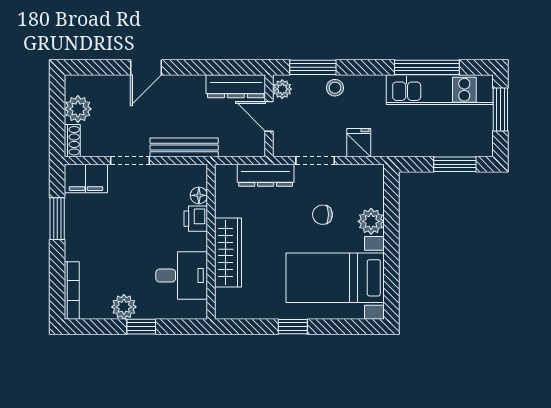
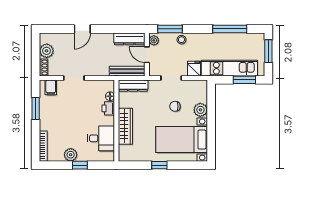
kitchen unit: (440, 90) -> (229, 68), moved, turned 180
bench: (184, 147) -> (127, 71), moved
dresser: (266, 175) -> (133, 86), moved
filing cabinet: (86, 179) -> (51, 87), width x0.50

